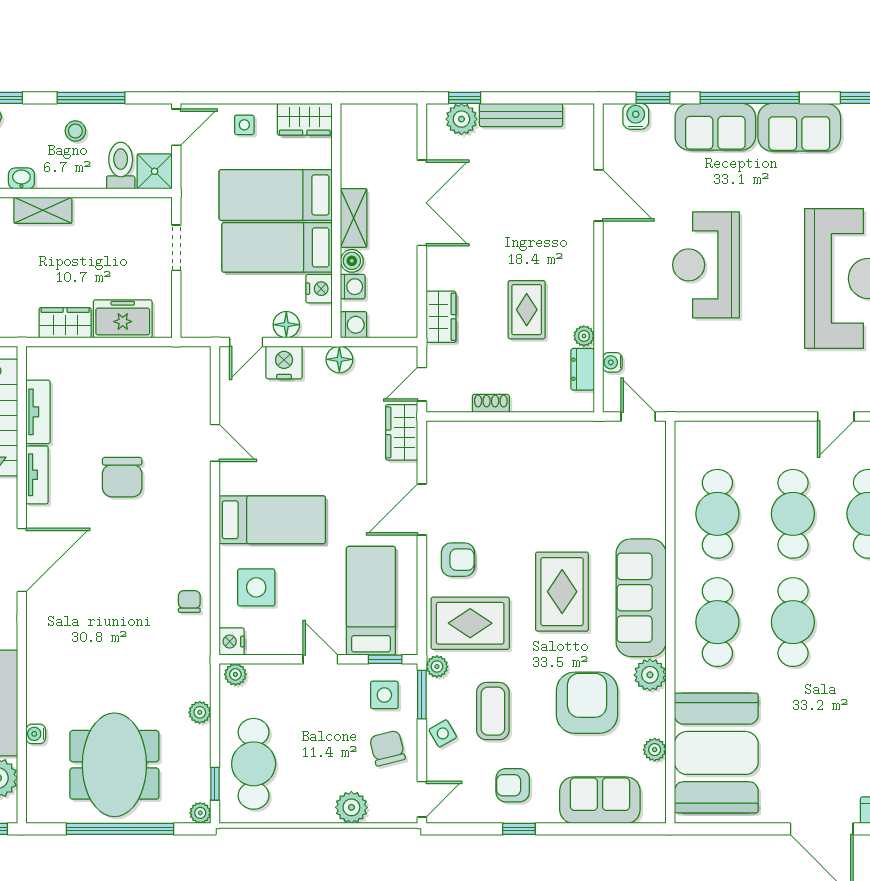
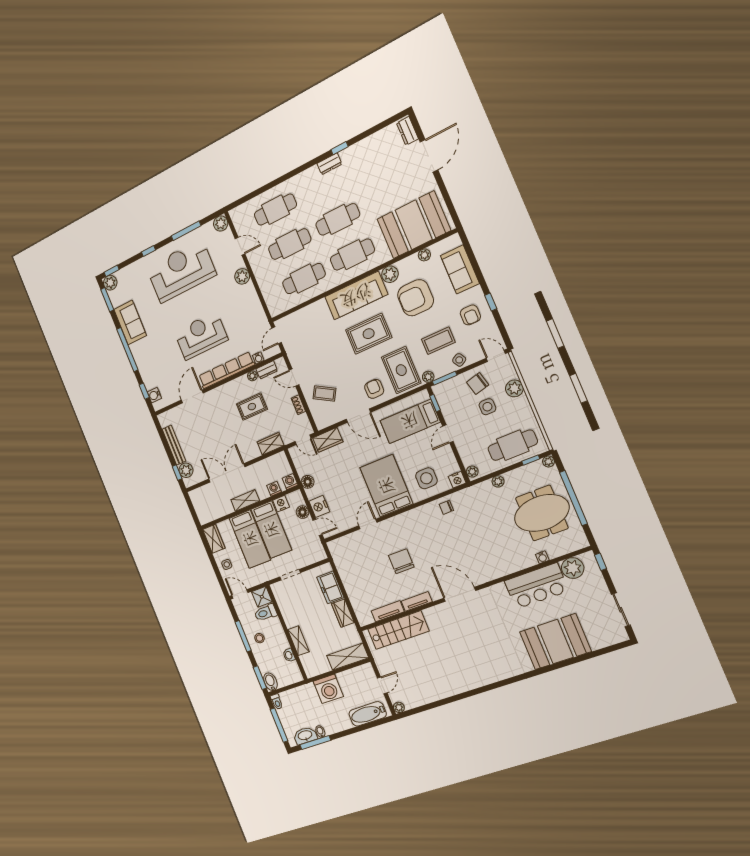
sofa: (715, 127) -> (144, 359), removed
boiler: (352, 261) -> (263, 494), removed
reception desk: (706, 265) -> (201, 336), turned 180
row of seats: (617, 288) -> (226, 370), added
plant: (778, 397) -> (242, 276), added
door: (545, 417) -> (294, 377), added
coffee table: (490, 463) -> (324, 393), added
chair: (122, 477) -> (401, 561), turned -90
bed: (272, 520) -> (386, 486), width x1.50
side table: (384, 695) -> (487, 407), moved

